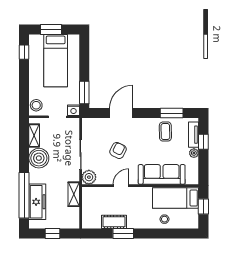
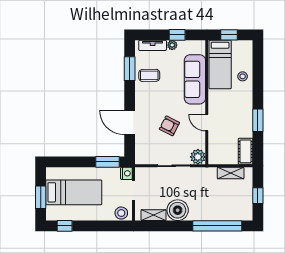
window: (203, 142) -> (177, 35), moved
shelving: (74, 194) -> (231, 173), moved
freezer: (37, 202) -> (224, 212), removed
cot: (114, 222) -> (245, 151), moved

